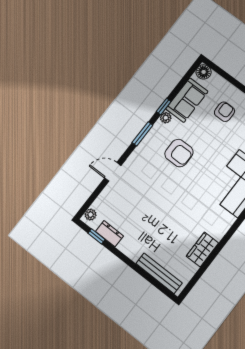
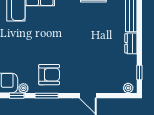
armchair: (179, 153) -> (49, 75), moved, turned 90
dresser: (109, 234) -> (131, 43), moved

